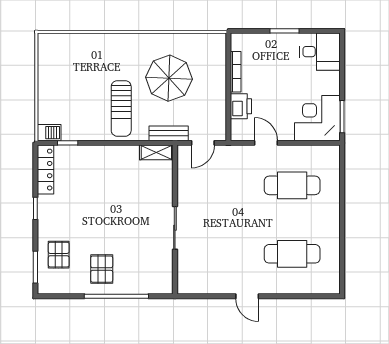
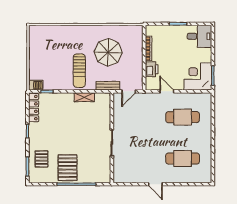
shelving: (156, 152) -> (84, 97), moved
pallet: (102, 269) -> (68, 168), width x1.50, depth x1.42

